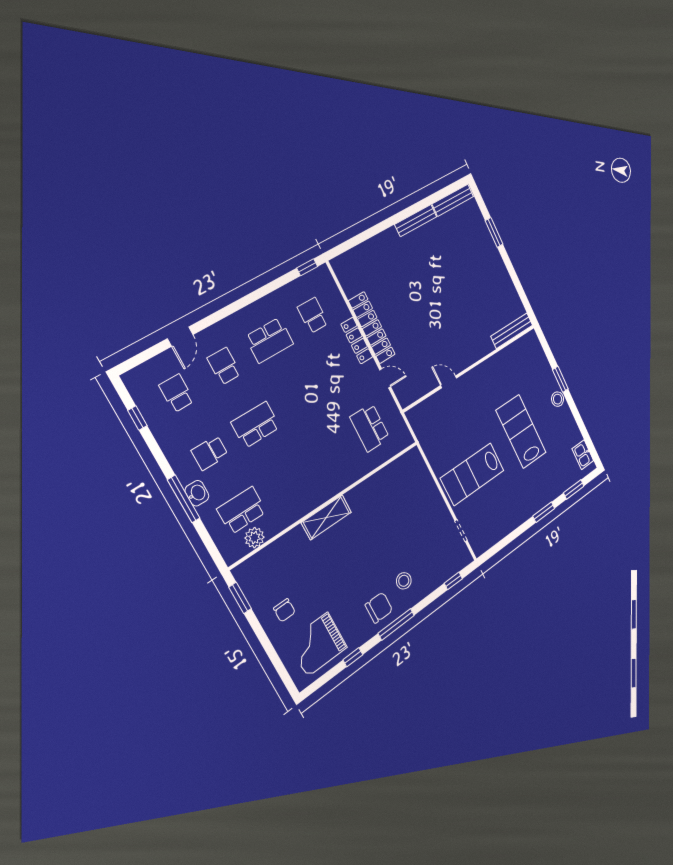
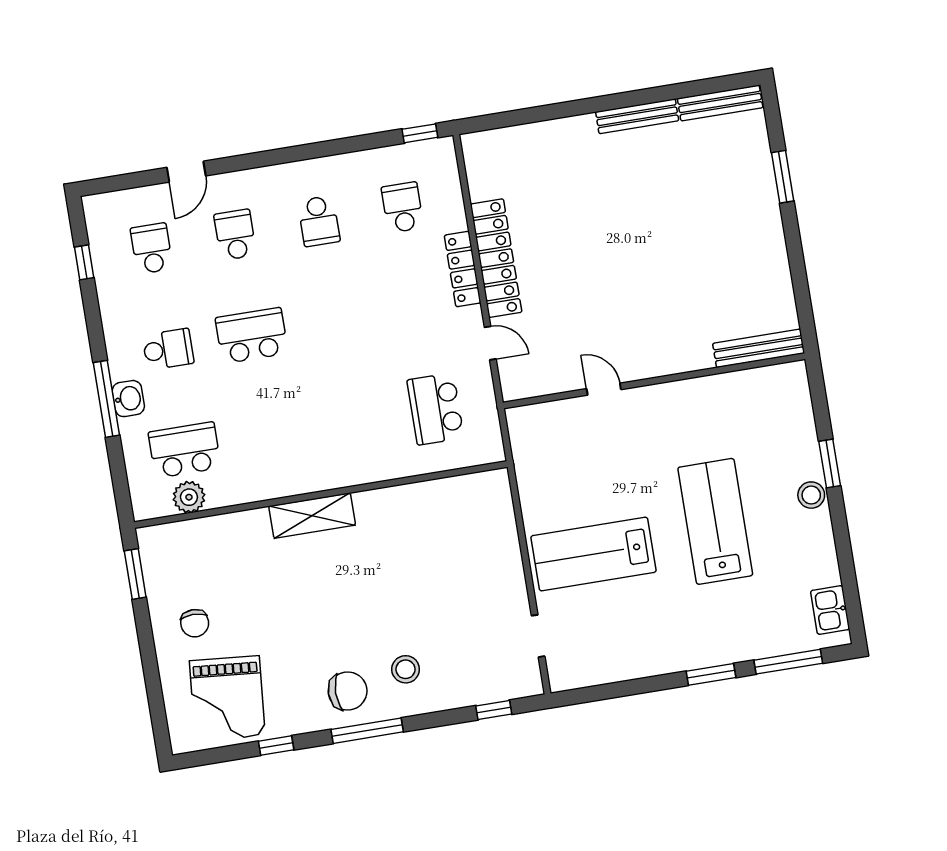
school desk: (269, 340) -> (319, 221), width x0.54
school desk: (210, 453) -> (168, 349), turned 180
window: (574, 489) -> (788, 662), width x1.44
grand piano: (318, 644) -> (227, 698), turned -85

